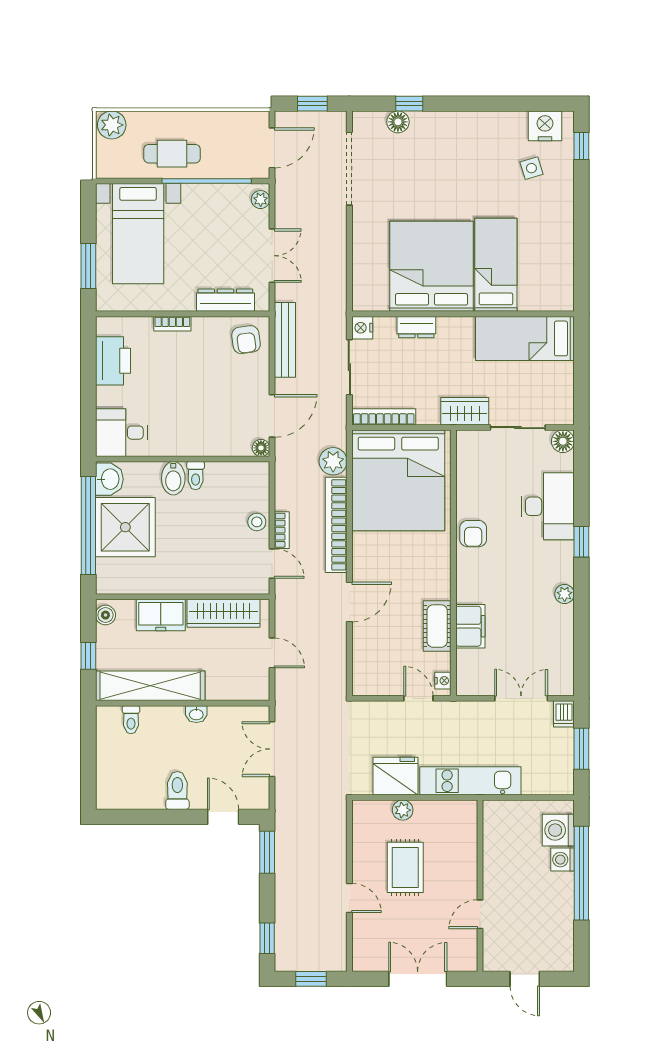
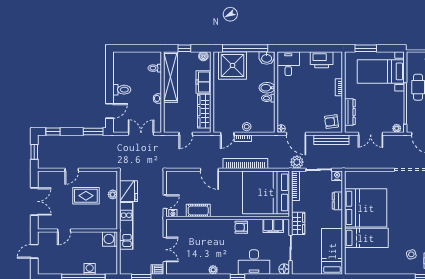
plant: (333, 461) -> (297, 162), moved
shower: (125, 527) -> (233, 65), moved
filing cabinet: (470, 626) -> (273, 226), moved
washing machine: (558, 830) -> (110, 239), moved, turned -90
door: (480, 914) -> (64, 230), swing flipped

